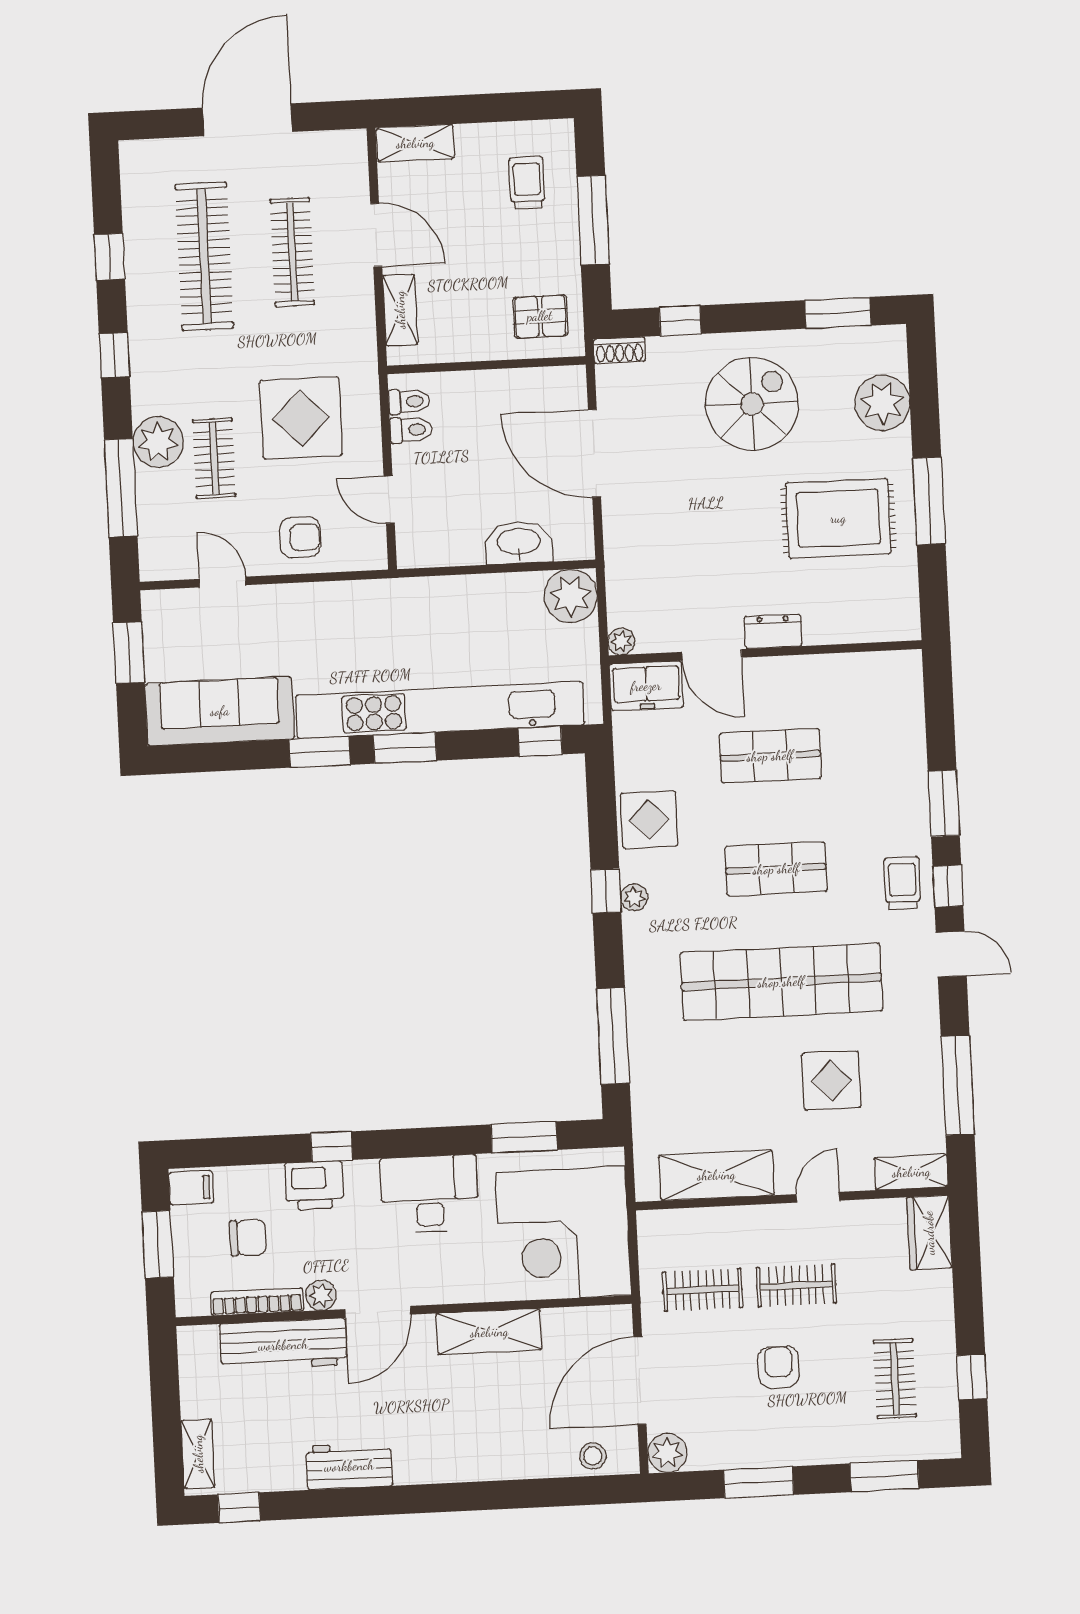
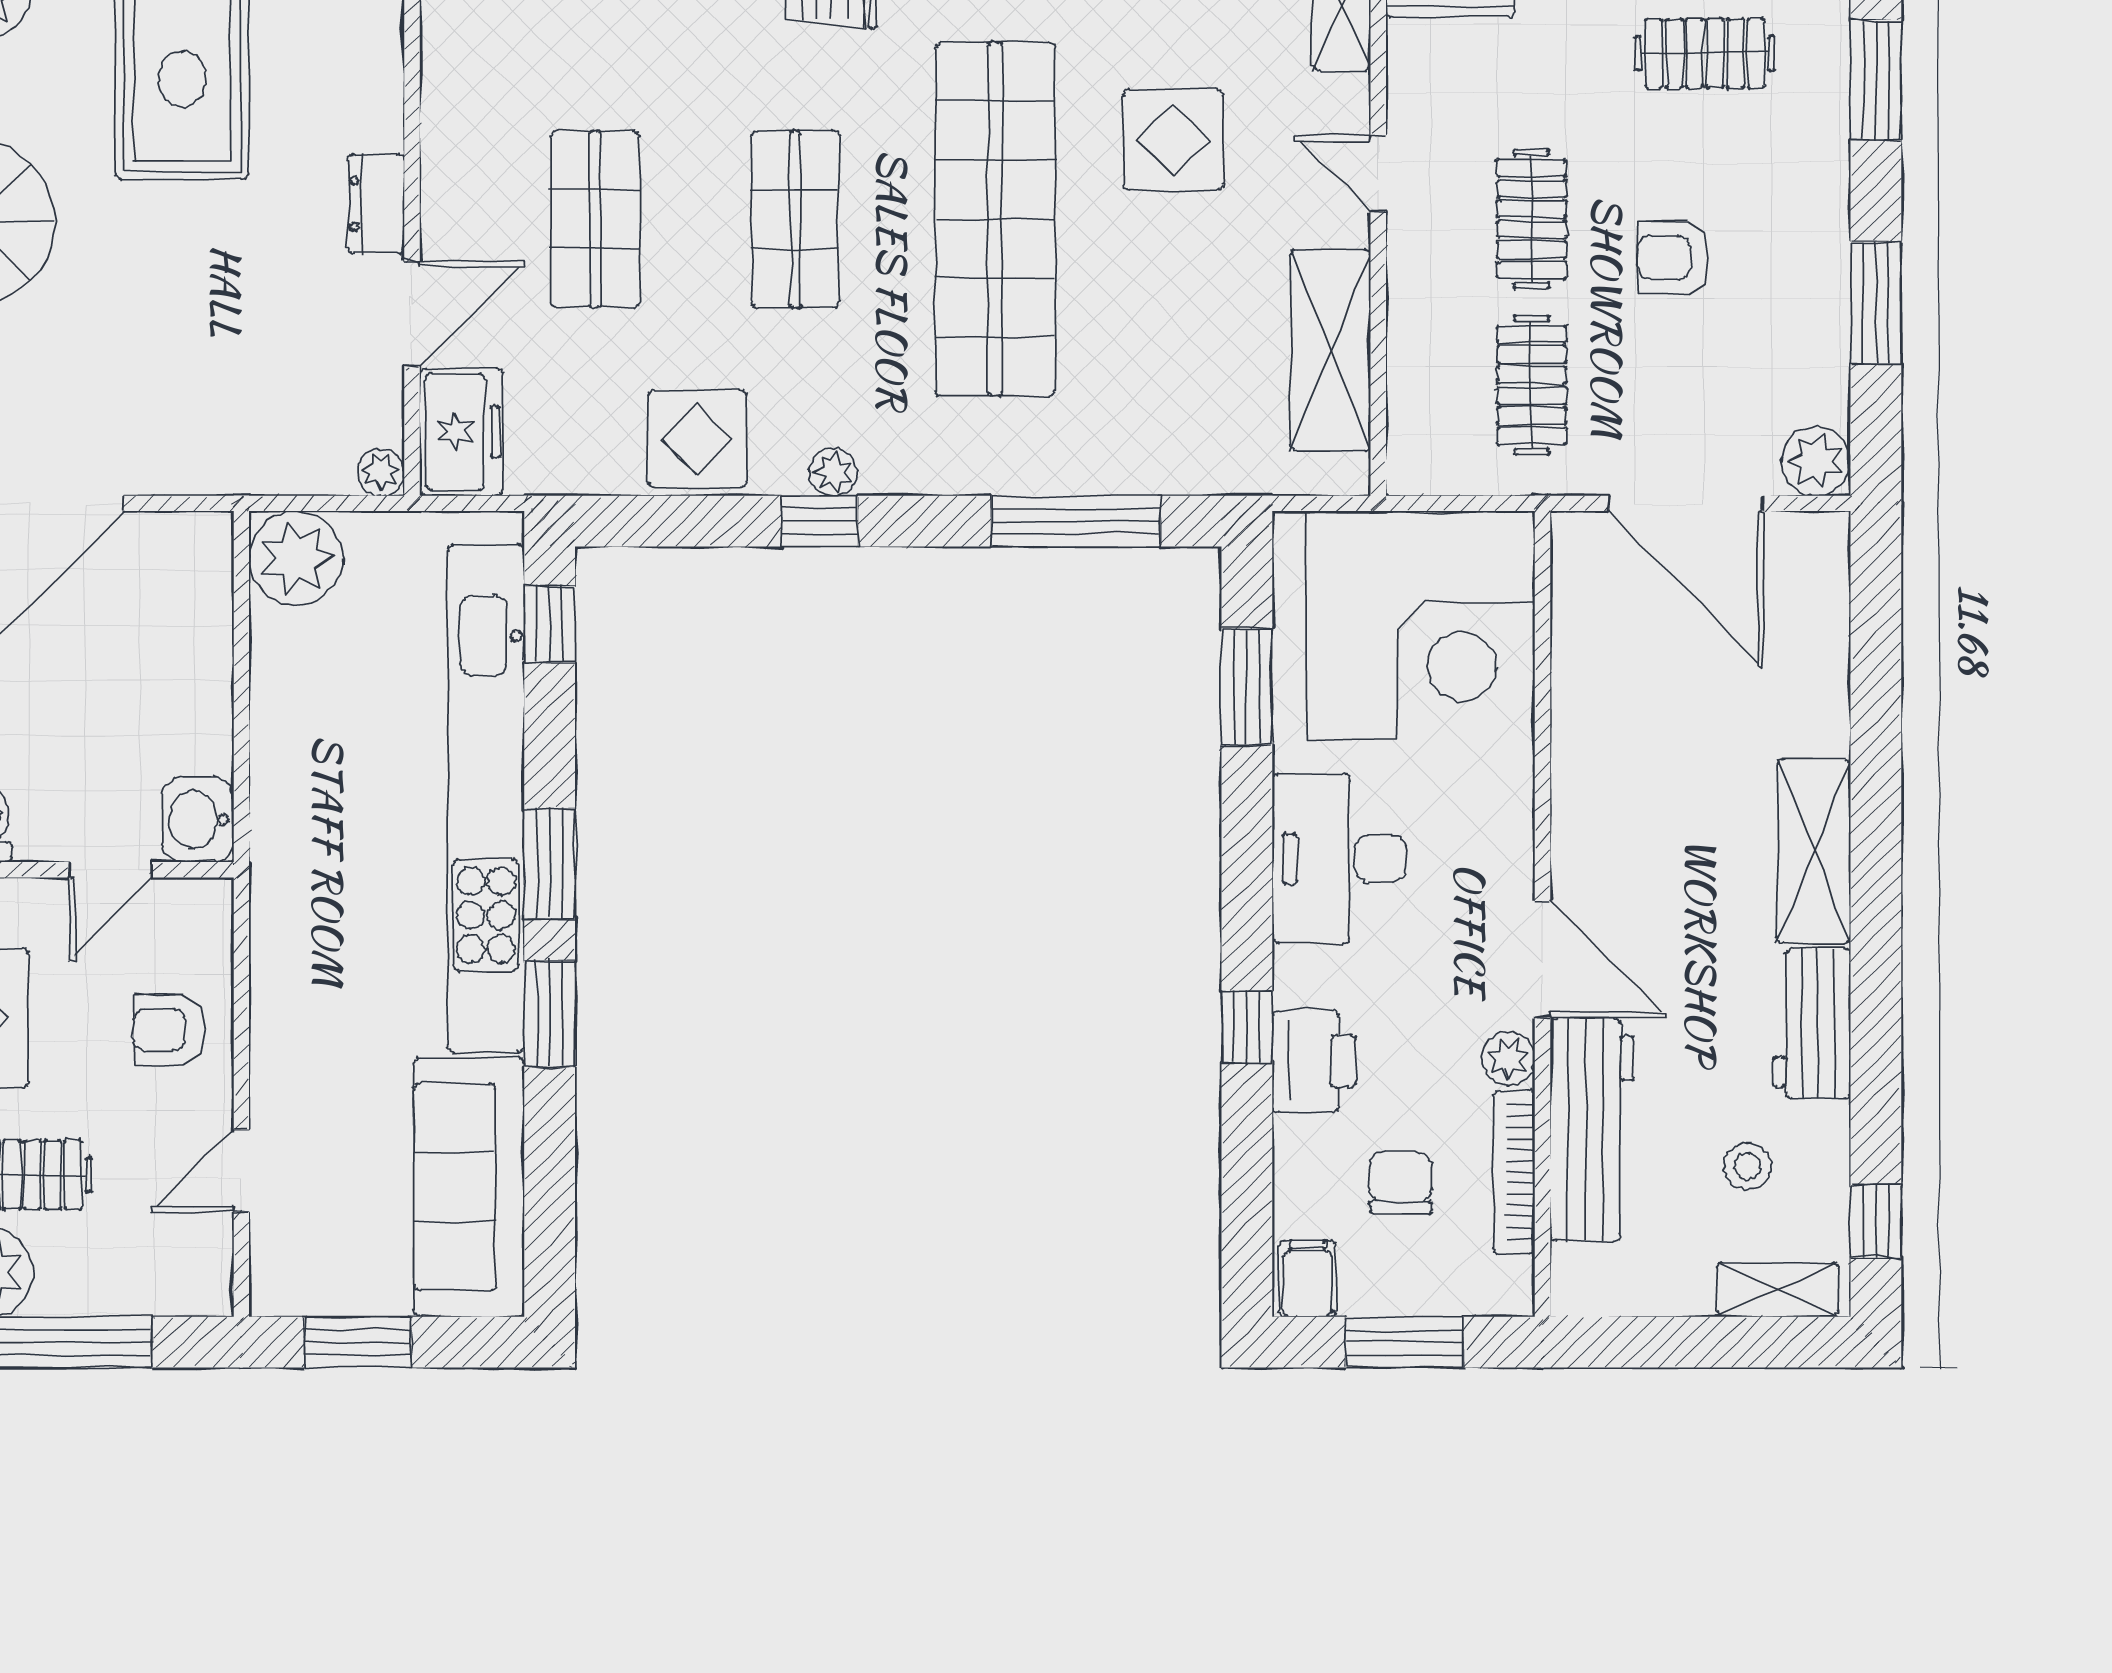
armchair: (300, 537) -> (169, 1030), turned -90
washbasin: (519, 543) -> (198, 819), moved, width x0.72
shelving: (489, 1332) -> (1814, 851), moved
stool: (593, 1456) -> (1748, 1166), moved

